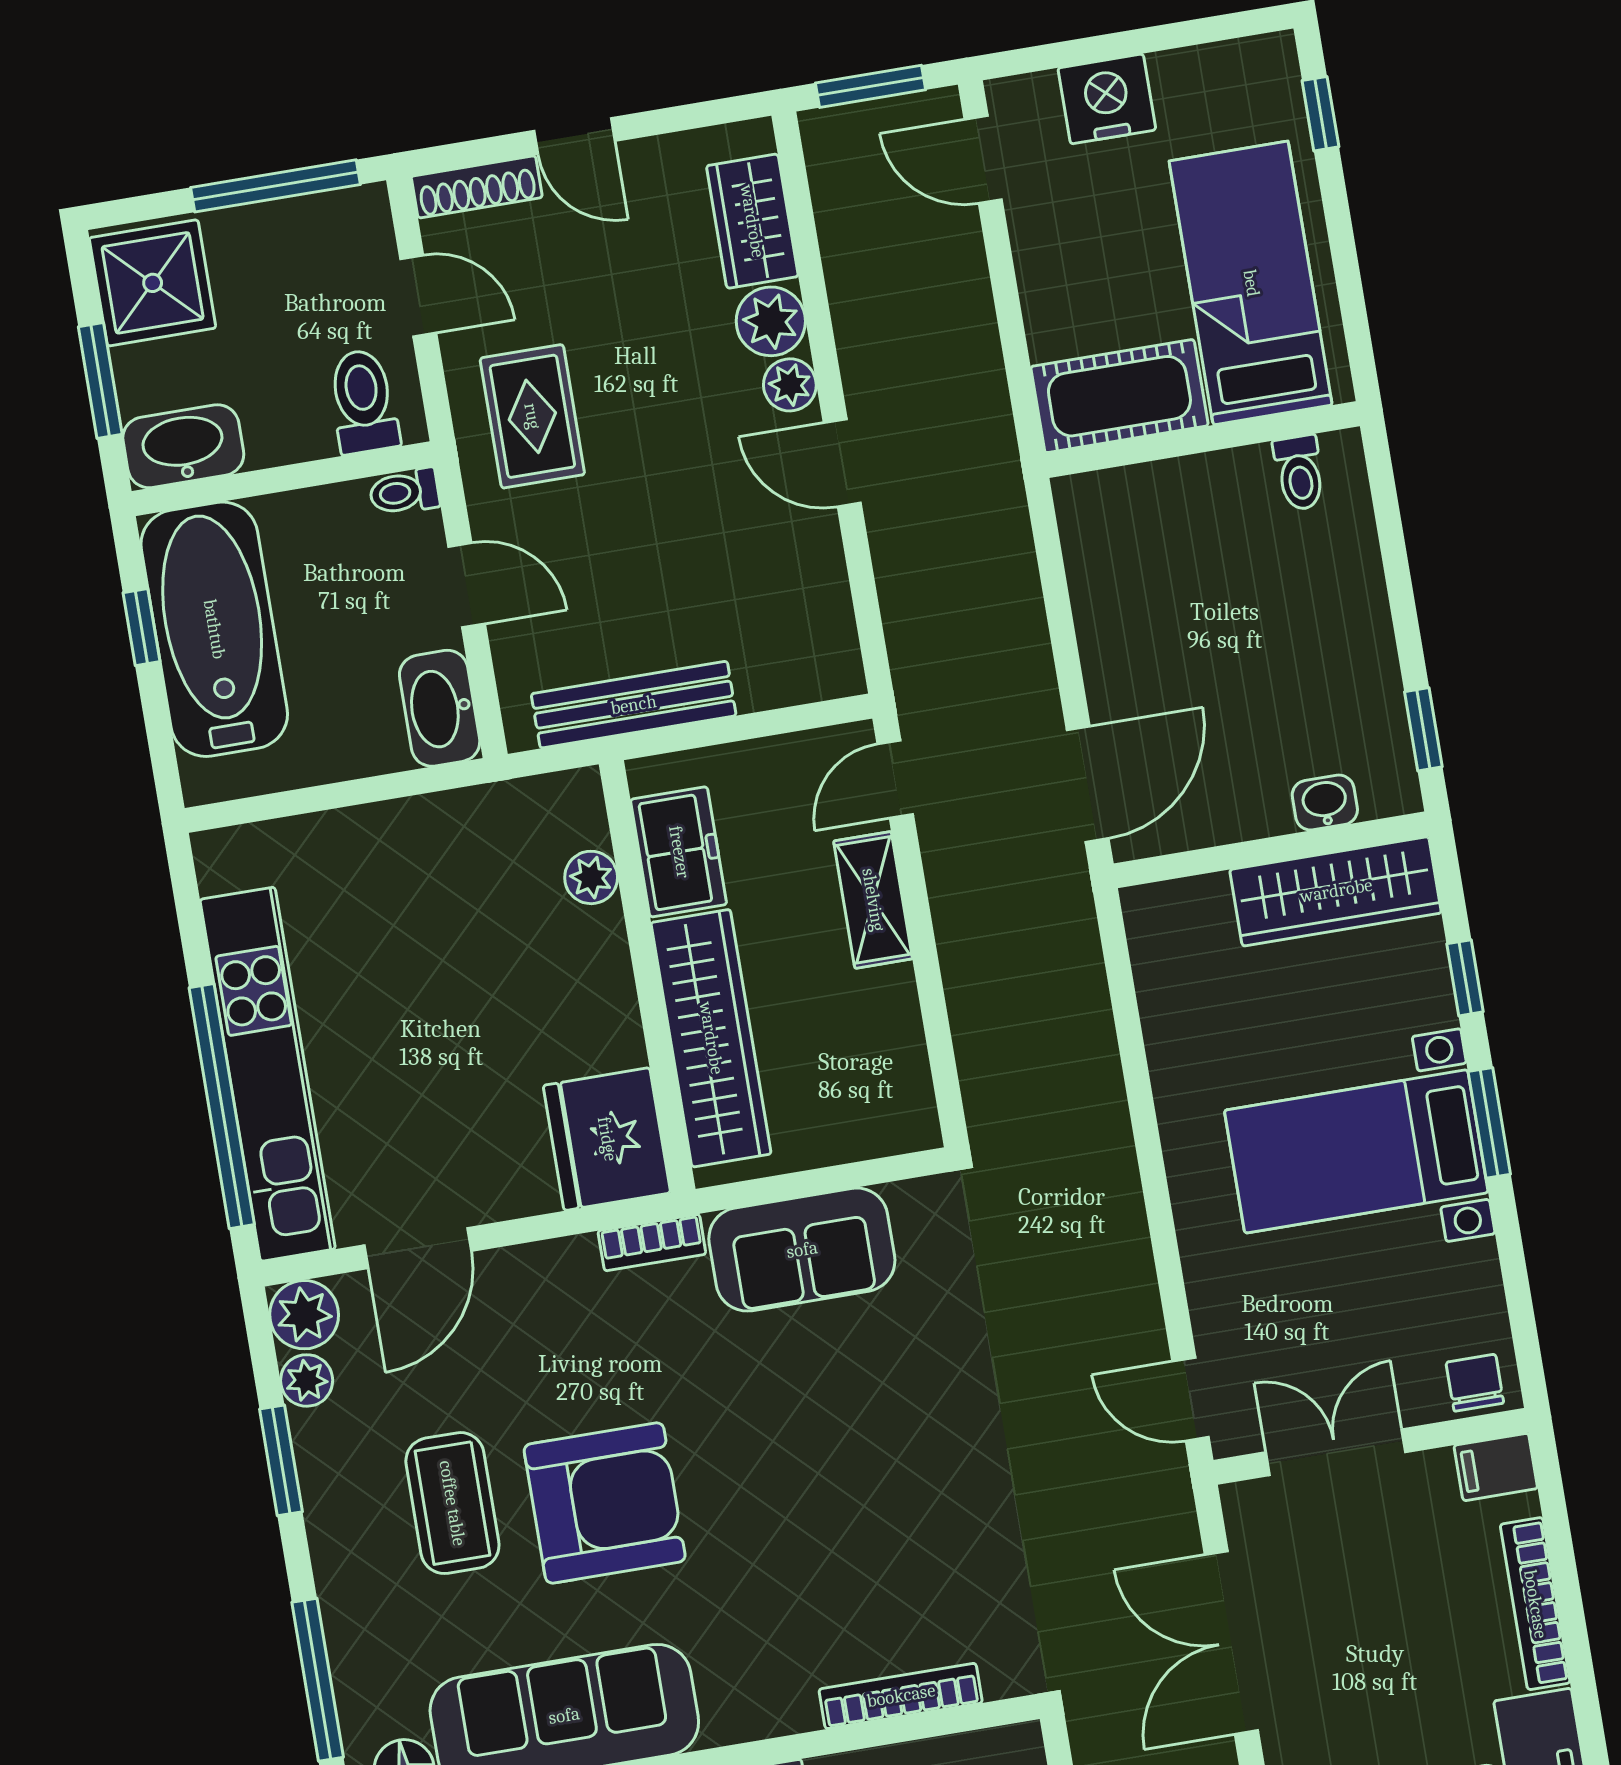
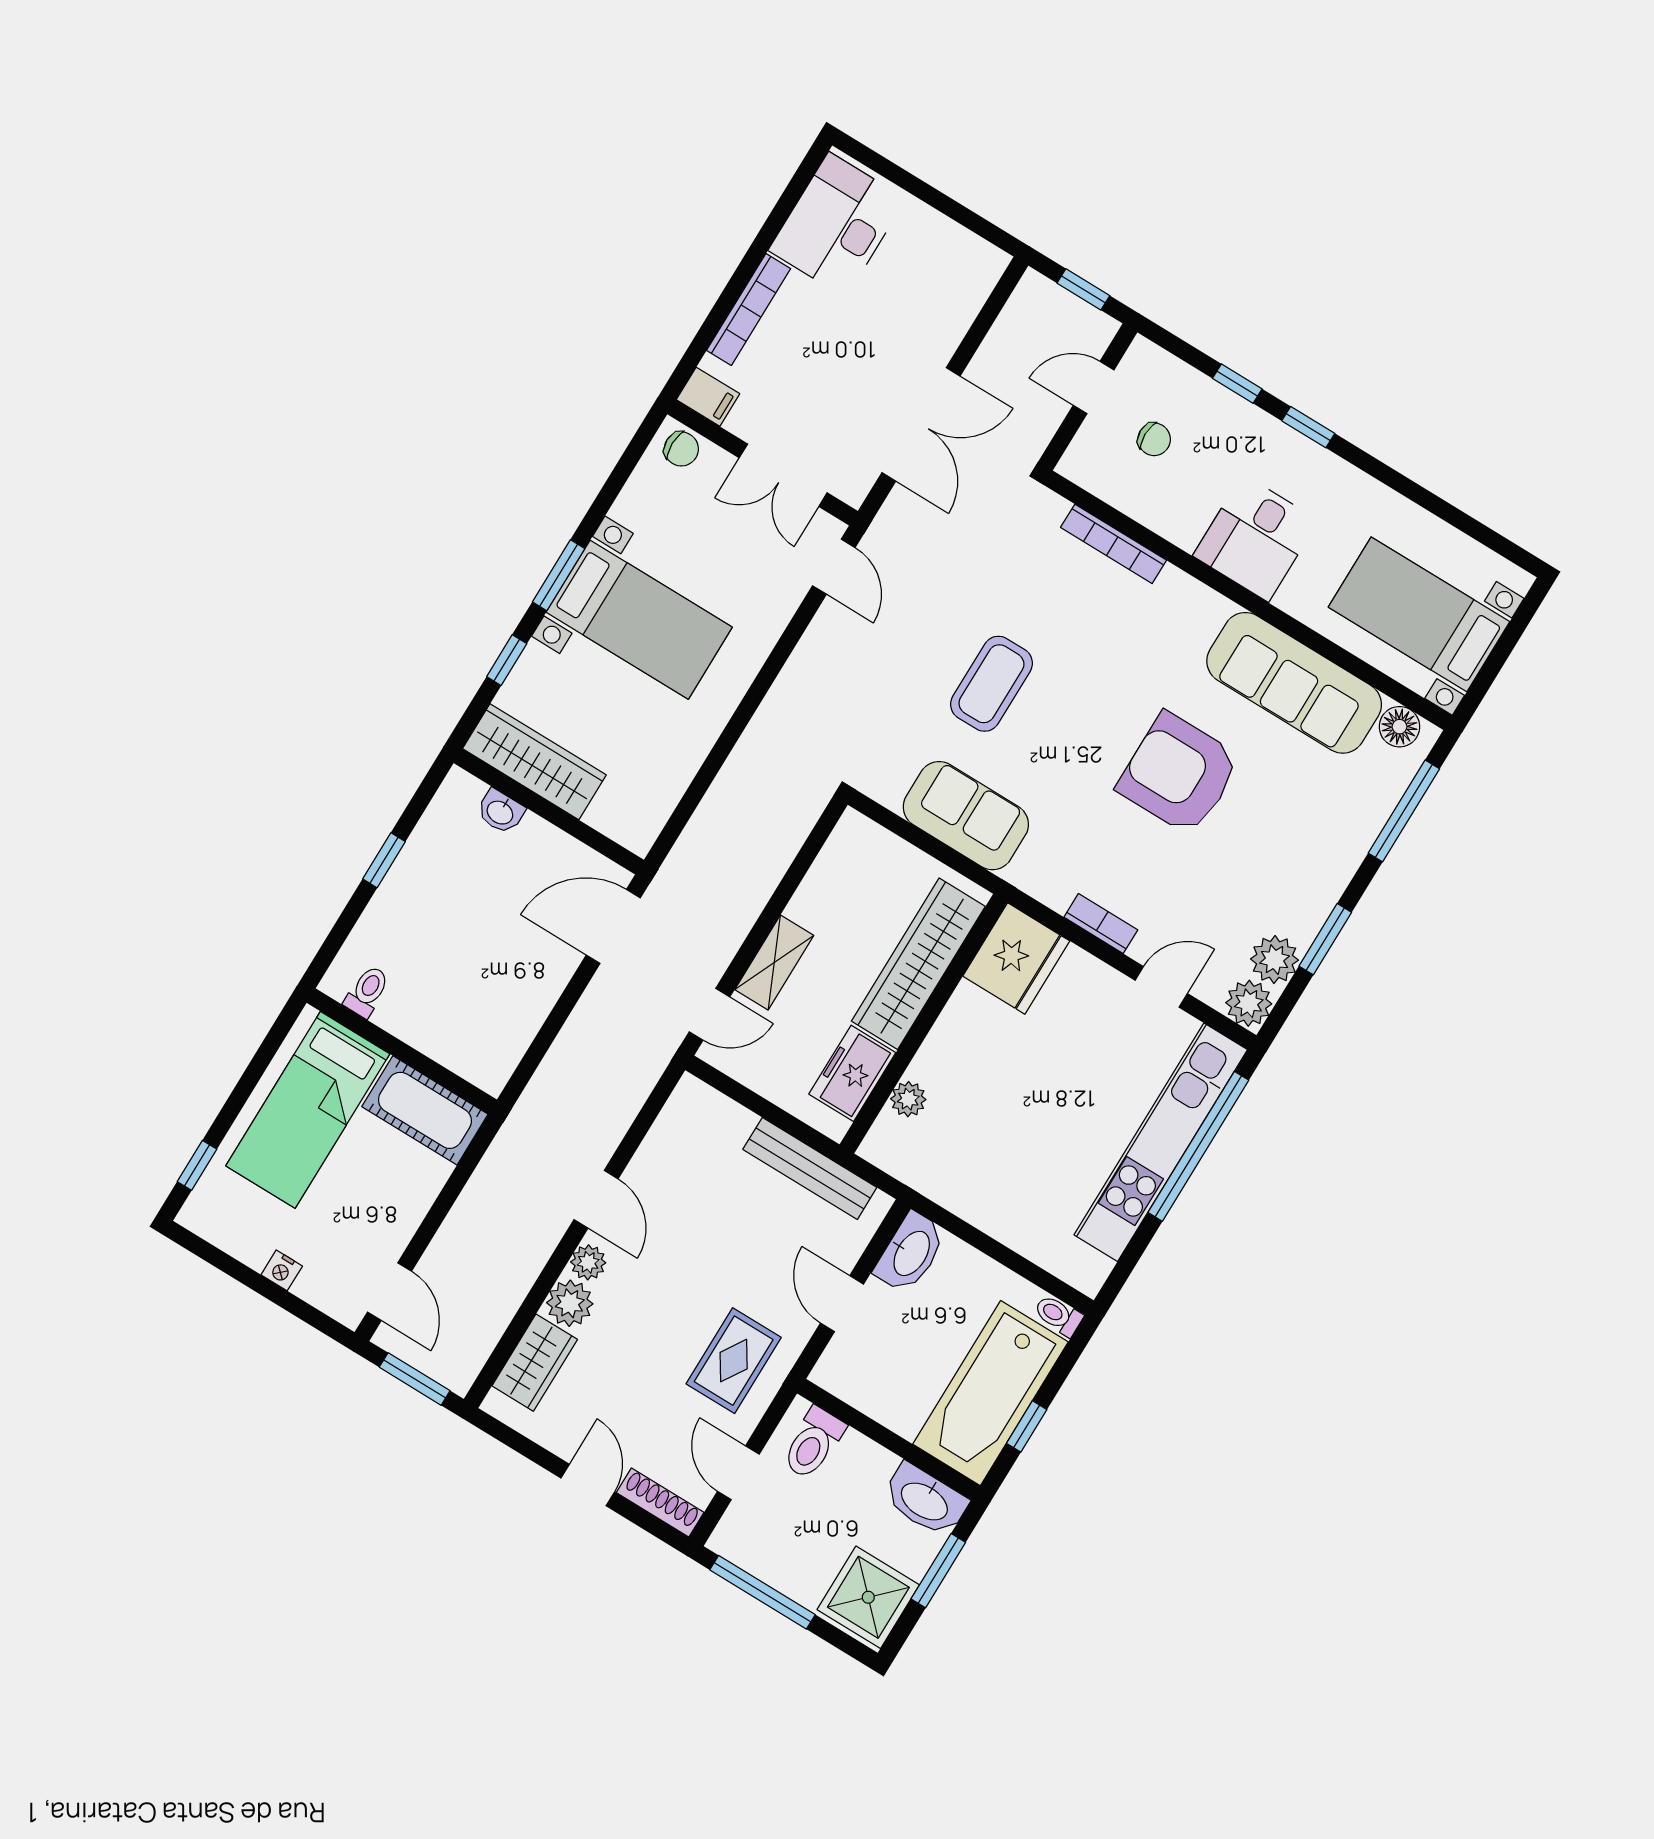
nightstand: (1107, 99) -> (282, 1270), width x0.53, depth x0.56
toilet: (404, 492) -> (1058, 1315), moved, turned 180
window: (1423, 729) -> (384, 860), moved
bookcase: (652, 1243) -> (1101, 924), moved
door: (418, 1248) -> (1161, 987), width x0.73
plant: (307, 1380) -> (1275, 960), width x1.38, depth x1.38
chair: (1475, 1383) -> (681, 449), turned -90
coffee table: (452, 1503) -> (991, 684), moved

